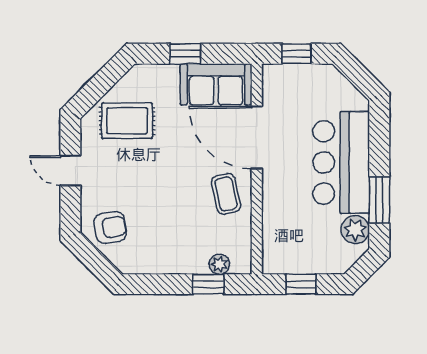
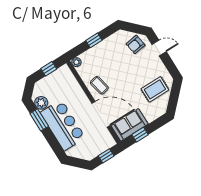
window: (185, 54) -> (140, 135), moved
door: (70, 171) -> (159, 48), moved
plant: (219, 264) -> (76, 62), moved
window: (208, 284) -> (94, 40), moved

